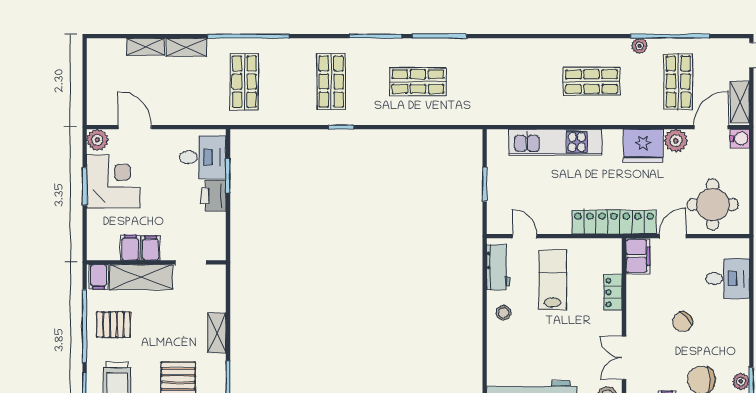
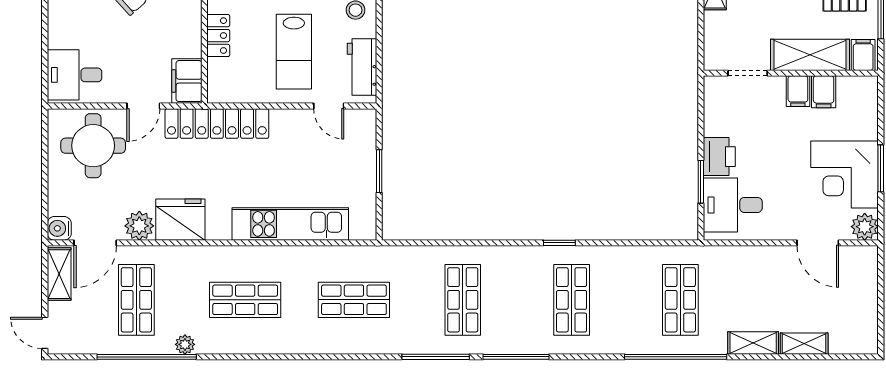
shop shelf: (418, 82) -> (463, 300), turned 90
shop shelf: (505, 82) -> (354, 300), added
desk: (728, 278) -> (75, 75), moved

